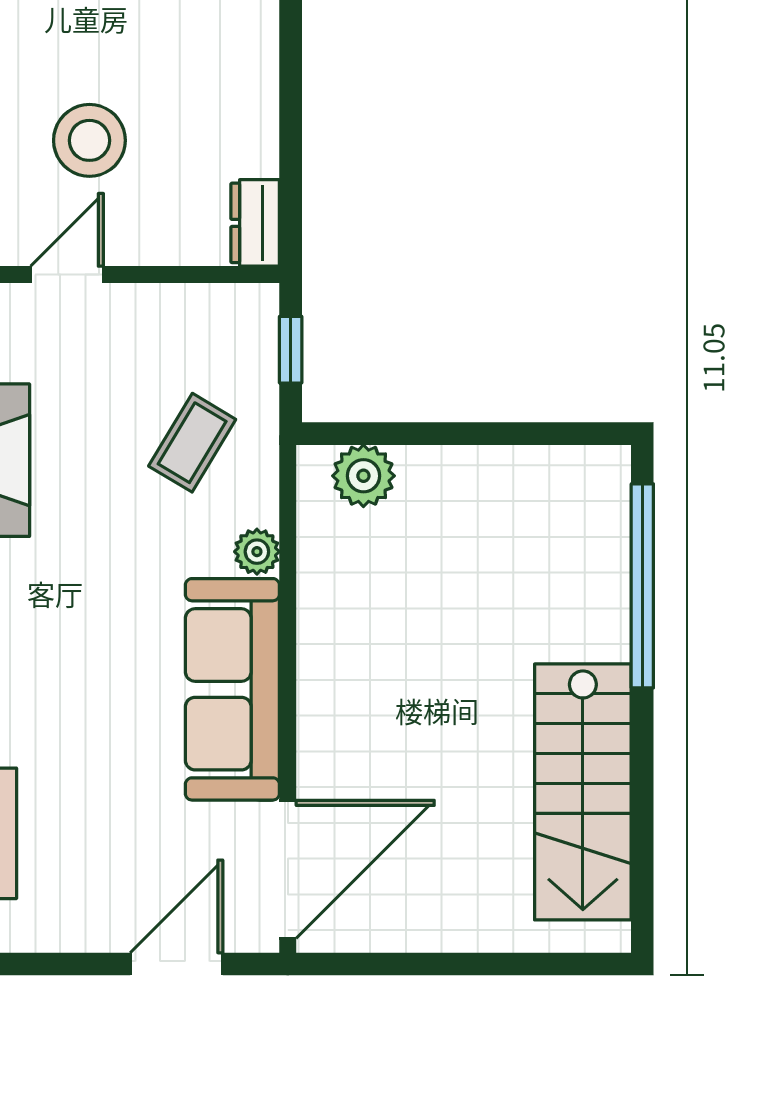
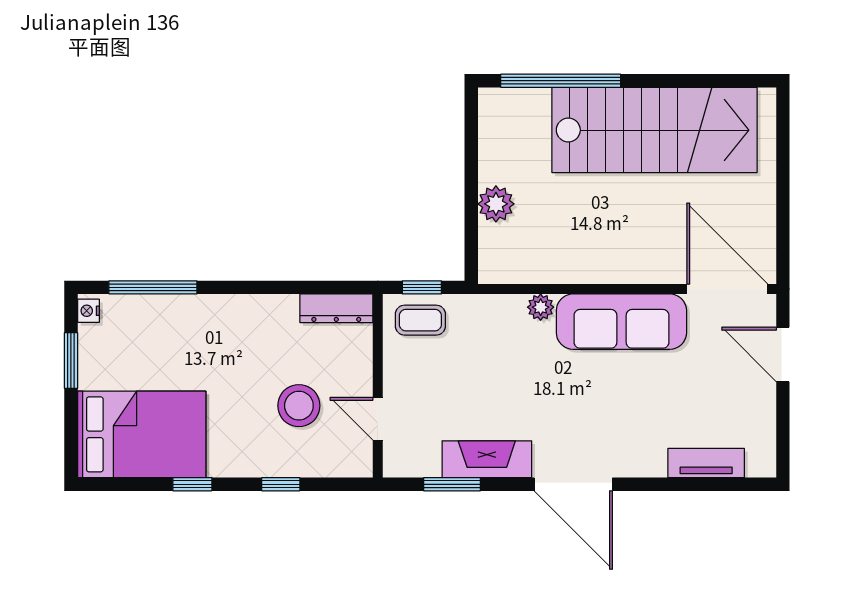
dresser: (255, 223) -> (336, 308), width x1.44
coffee table: (192, 443) -> (420, 320), moved, turned -31
plant: (363, 476) -> (496, 204), moved
stairs: (583, 792) -> (654, 130), width x1.36, depth x1.51

